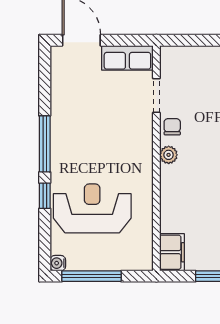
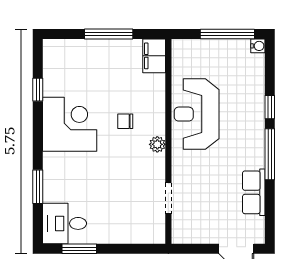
row of seats: (127, 58) -> (254, 192), moved, turned -90
chair: (172, 127) -> (125, 121), moved, turned 90
reception desk: (92, 208) -> (197, 114), moved, turned 90

